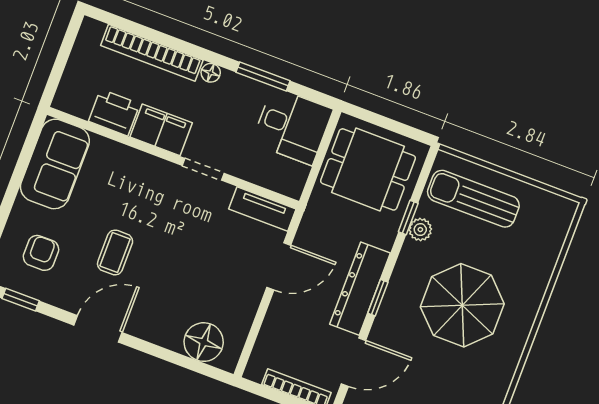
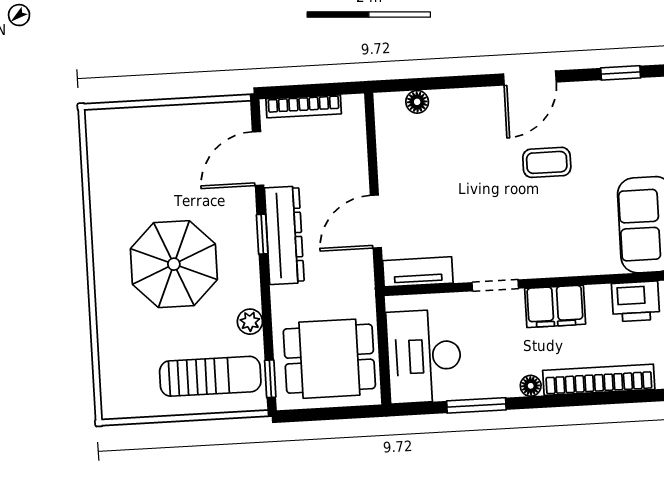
printer: (114, 113) -> (636, 301), moved
desk: (292, 126) -> (424, 356), width x1.37
window: (408, 217) -> (270, 379), moved
coffee table: (115, 252) -> (547, 162), turned 90
armchair: (41, 253) -> (621, 129), removed
floor lamp: (204, 342) -> (417, 102), width x0.53, depth x0.53

